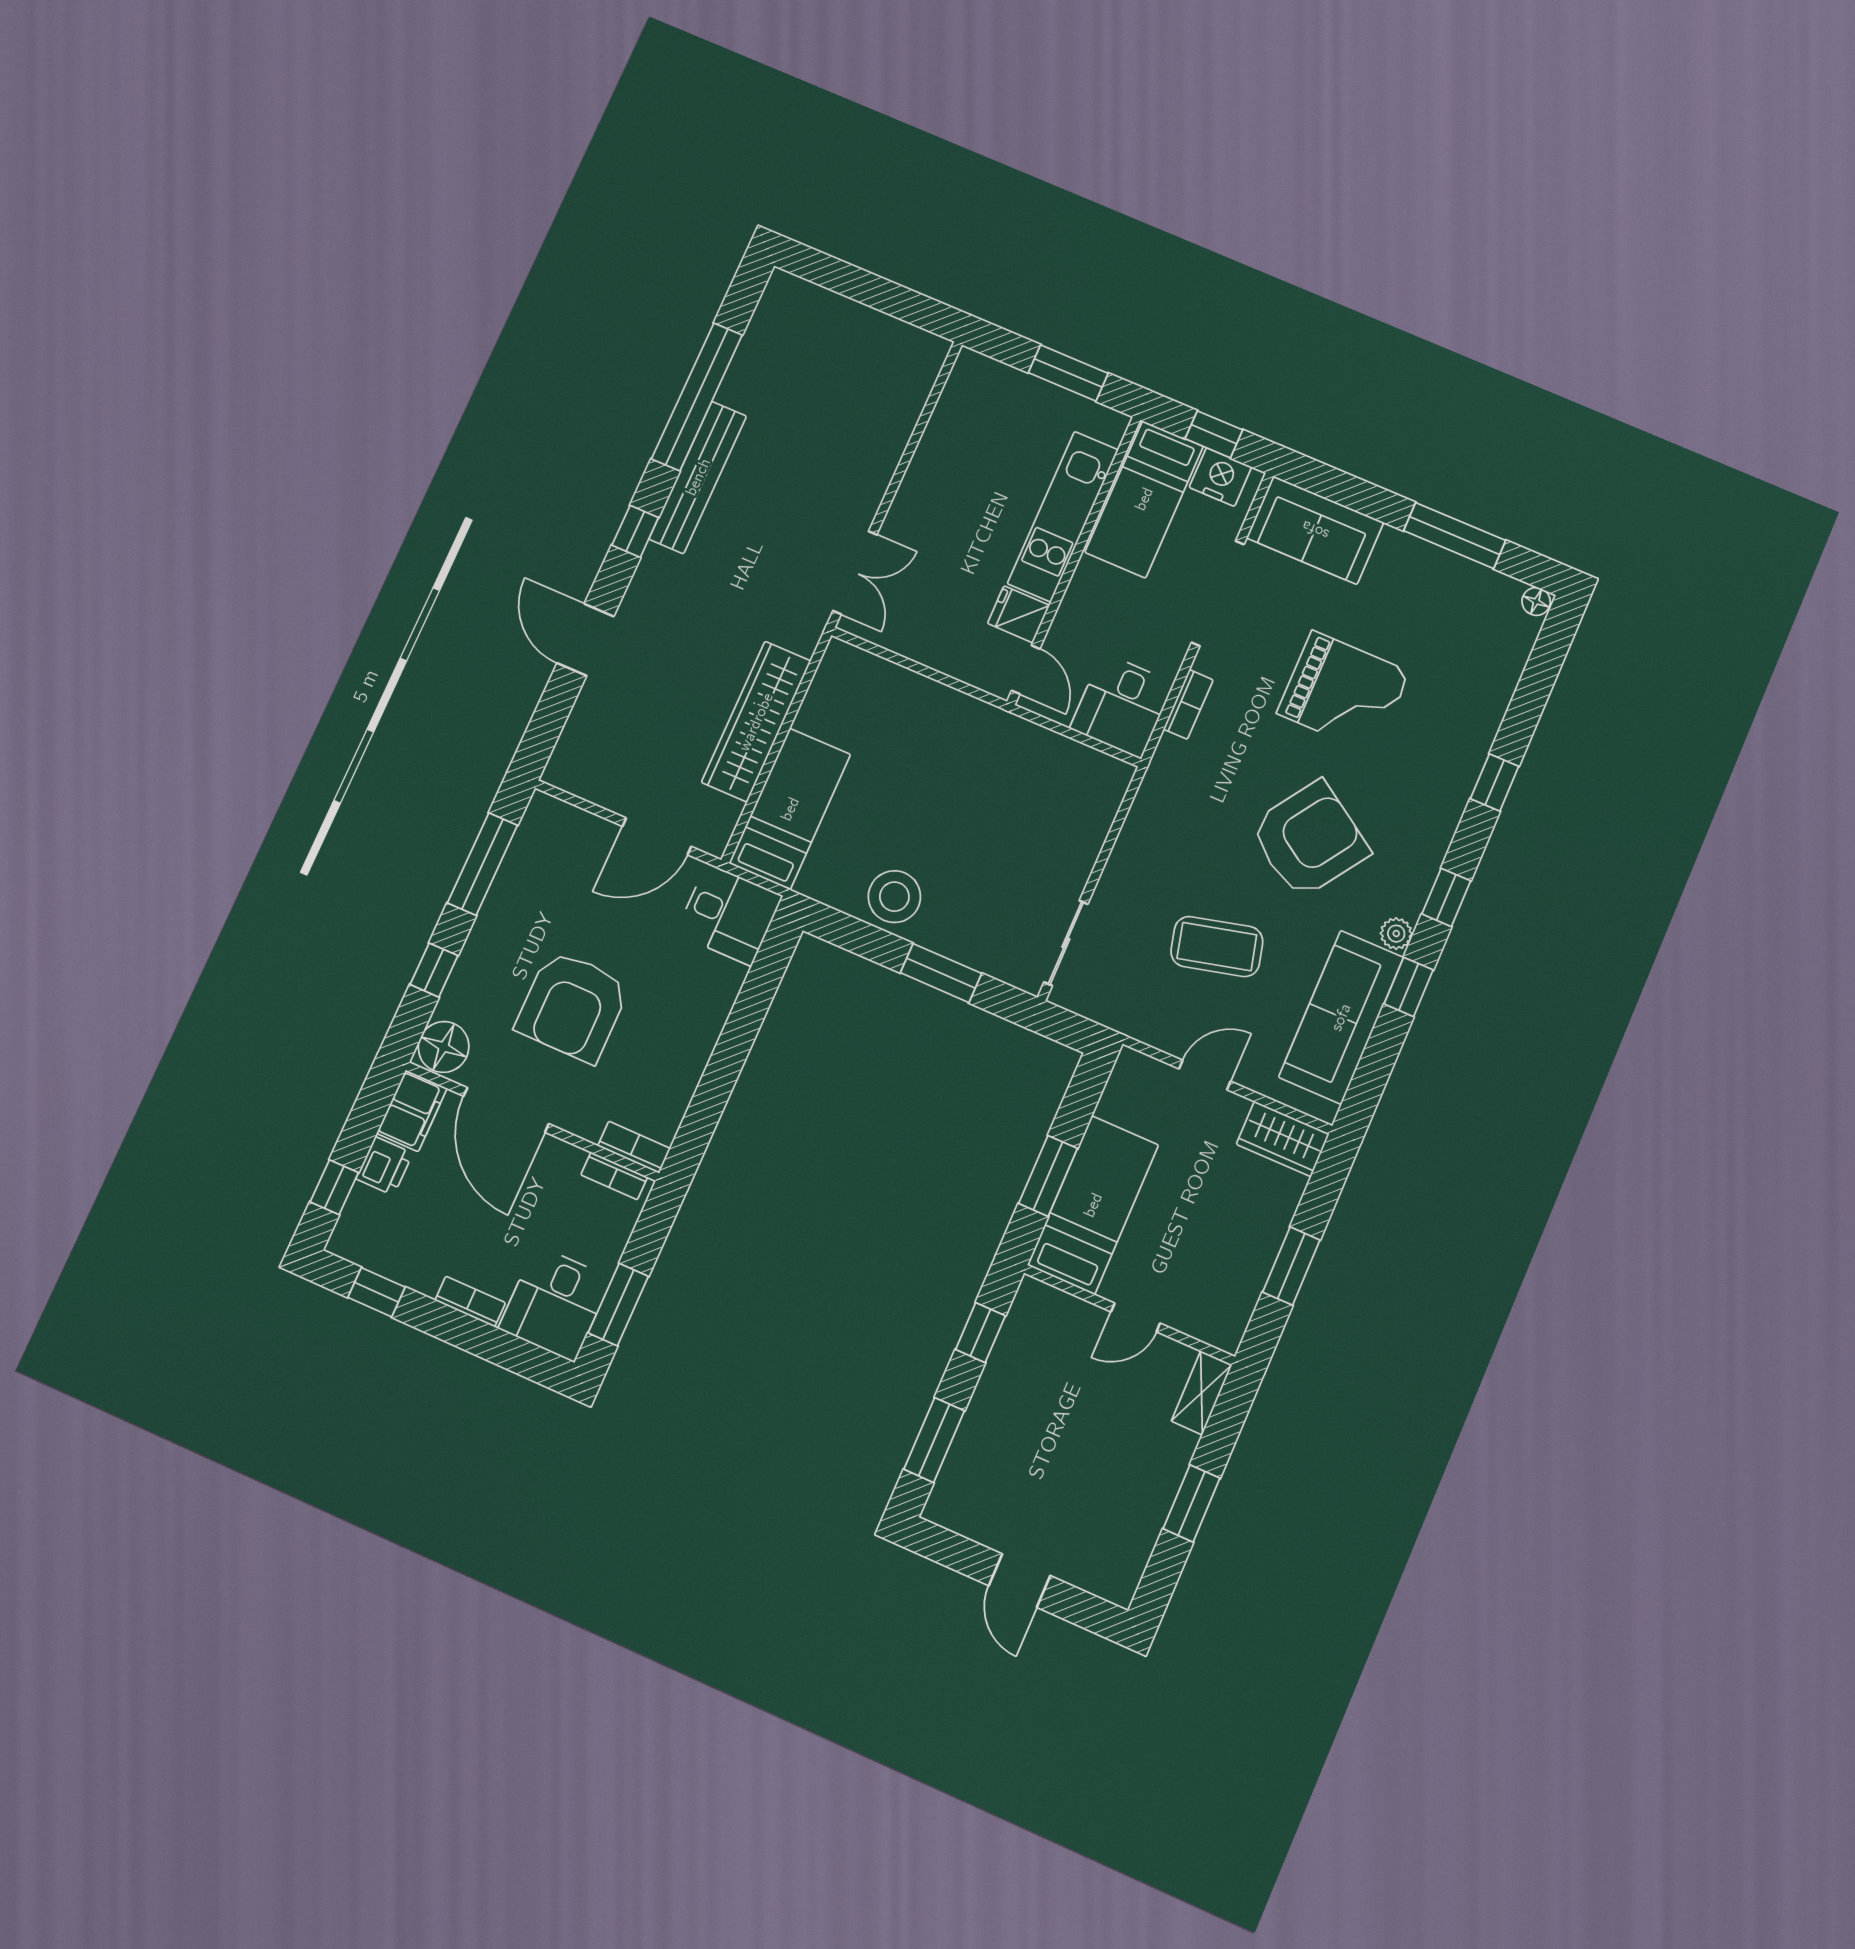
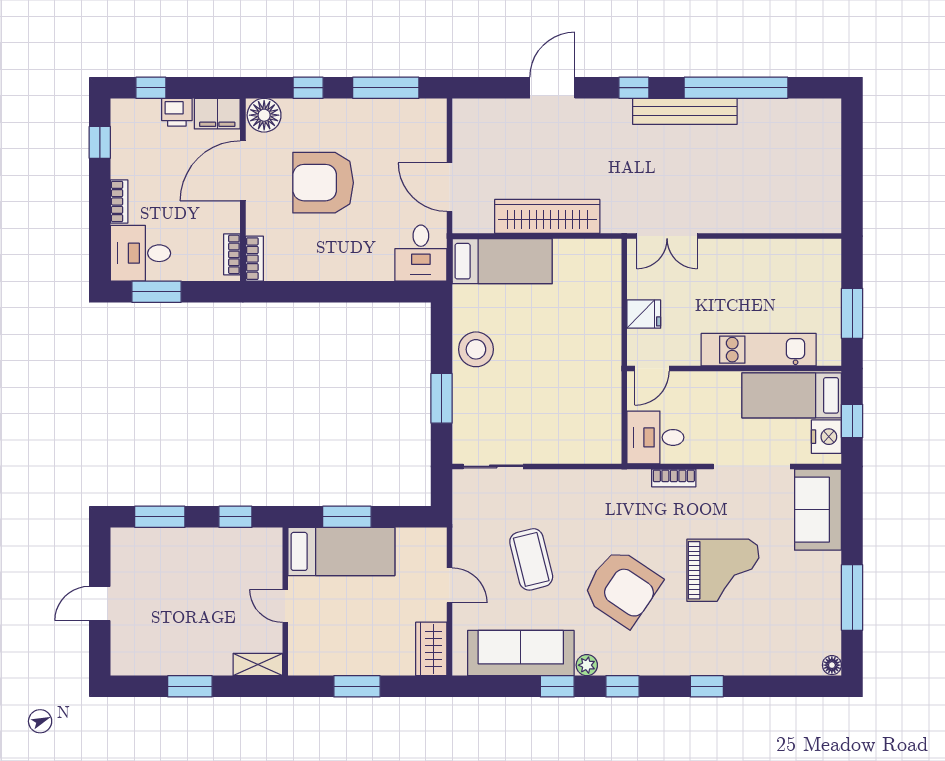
fridge: (1019, 614) -> (644, 314), moved, turned 90
grand piano: (1343, 692) -> (723, 570), turned -90

